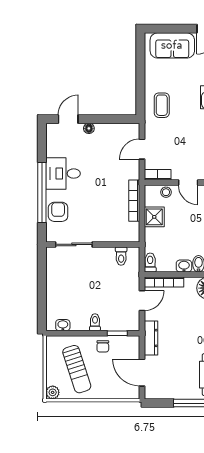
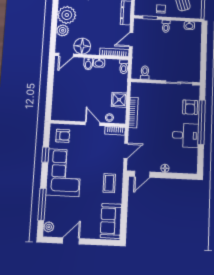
sofa: (172, 45) -> (111, 221), moved, turned -90
door: (68, 119) -> (142, 174), moved

